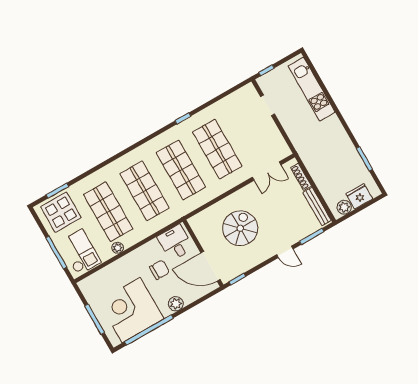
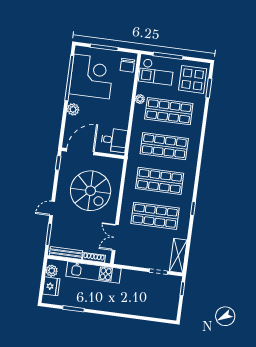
kitchen unit: (312, 89) -> (93, 272), moved, turned 180
shelving: (238, 98) -> (178, 256), added
spiral stairs: (240, 228) -> (91, 191), width x1.37, depth x1.37
chair: (159, 270) -> (127, 65), moved

